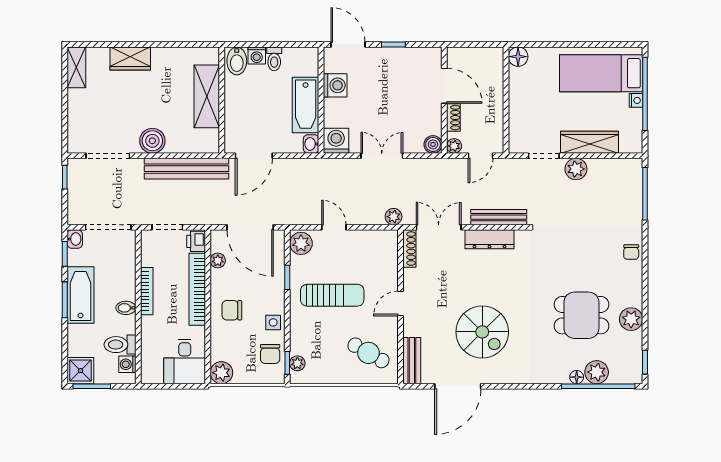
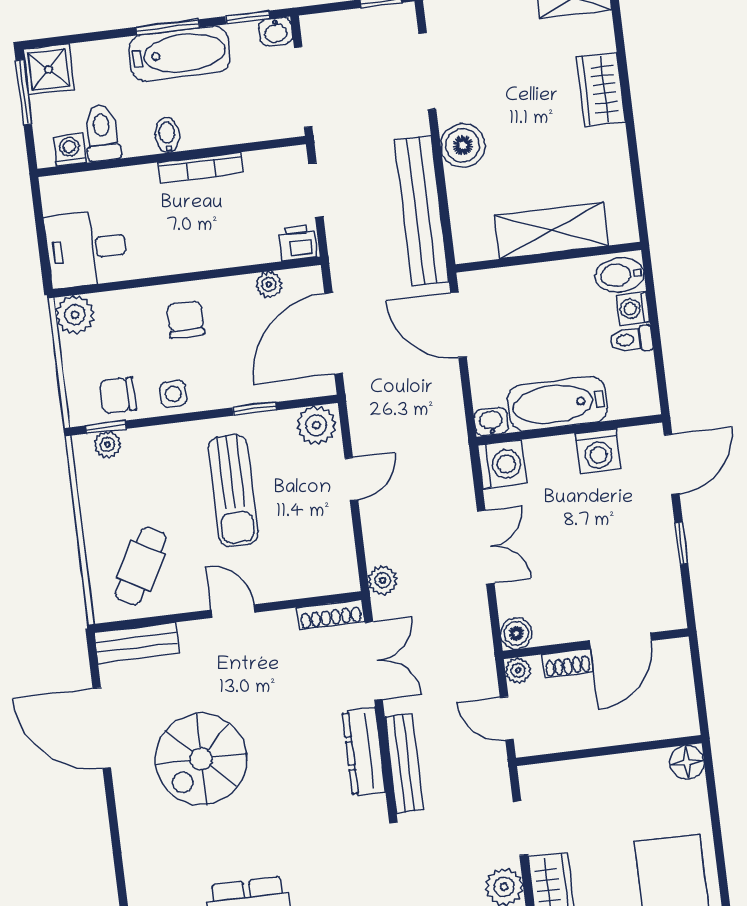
bookcase: (197, 289) -> (215, 255), removed

